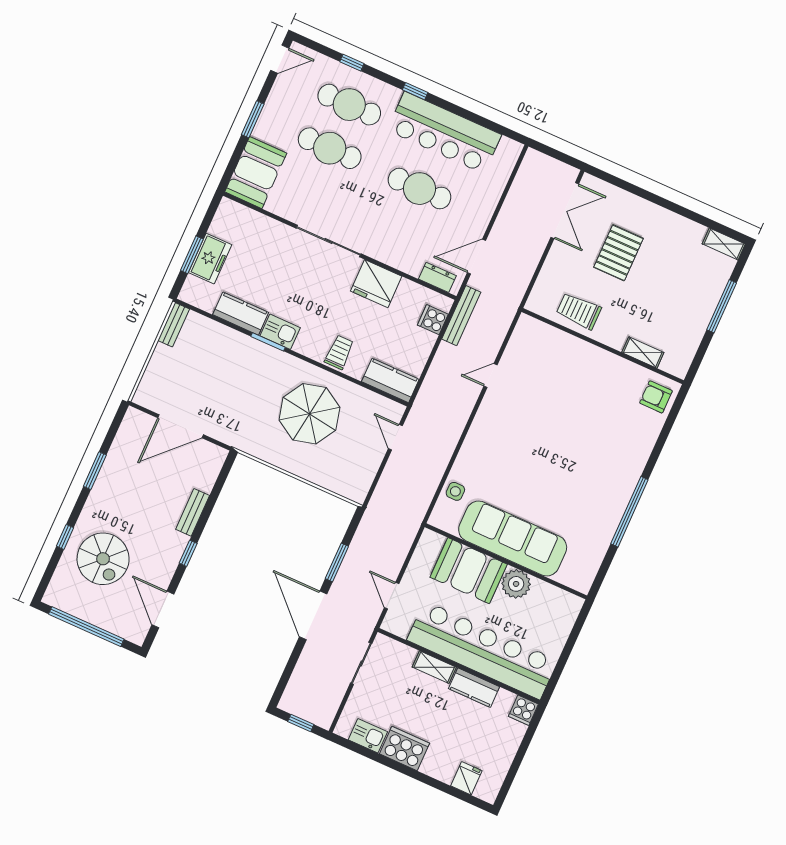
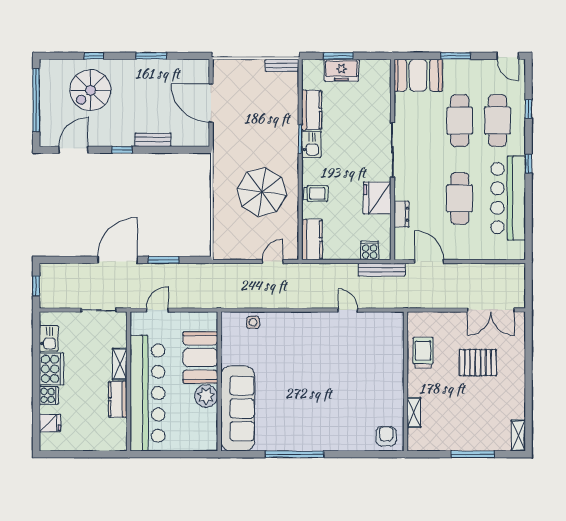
dresser: (437, 277) -> (401, 214), moved
sofa: (513, 538) -> (238, 408), moved
cooker: (523, 710) -> (49, 395), moved, turned 180

